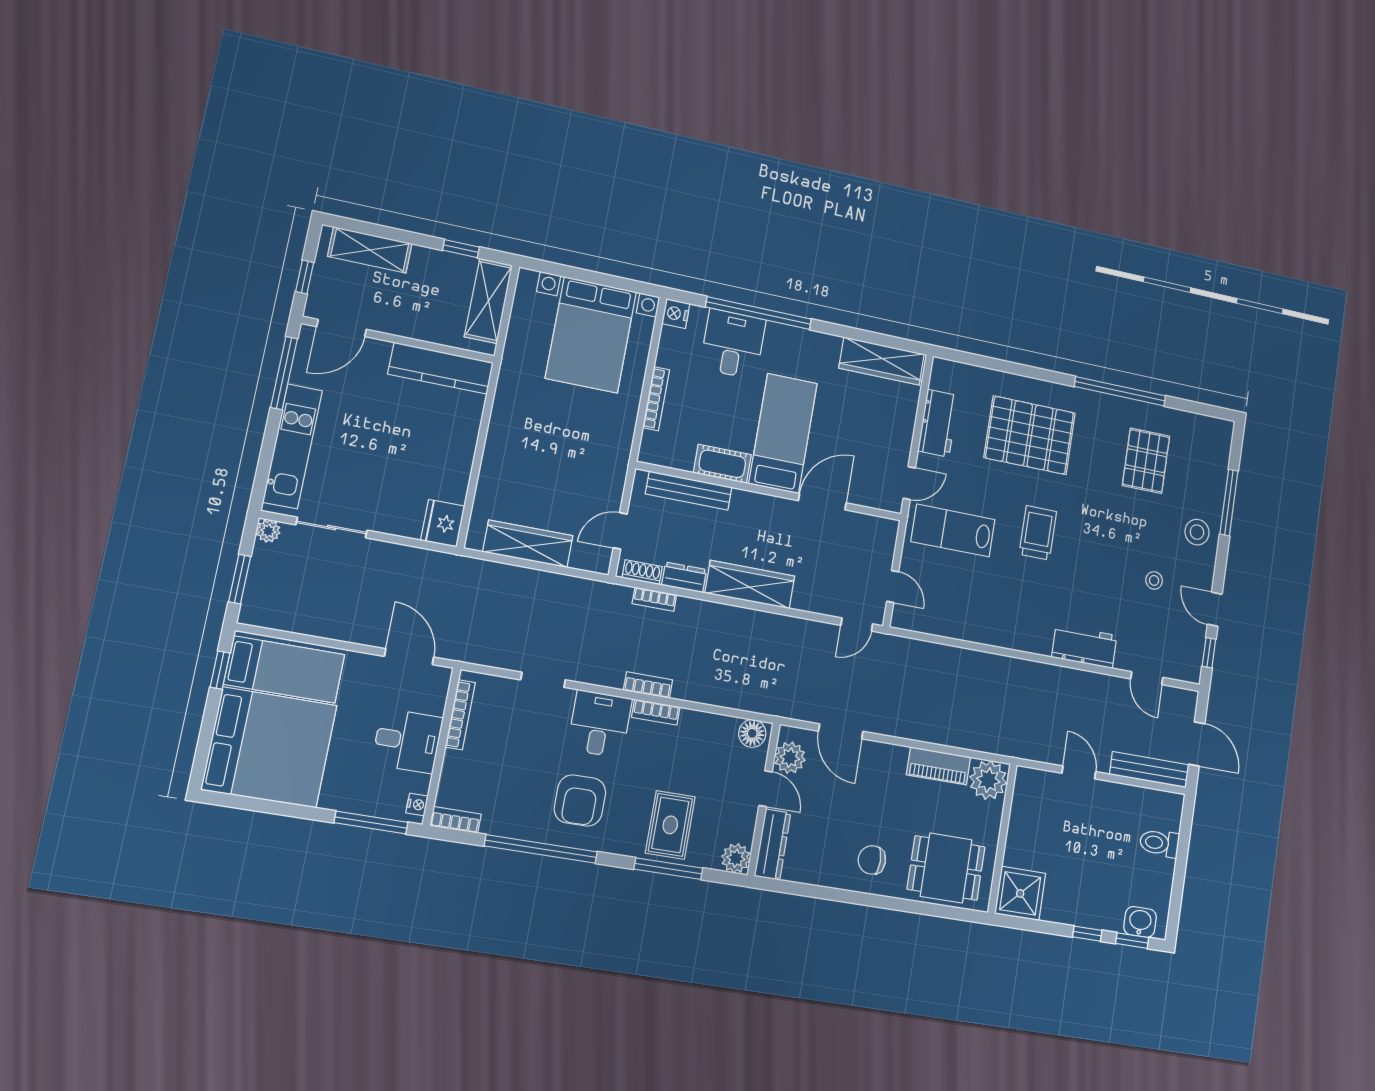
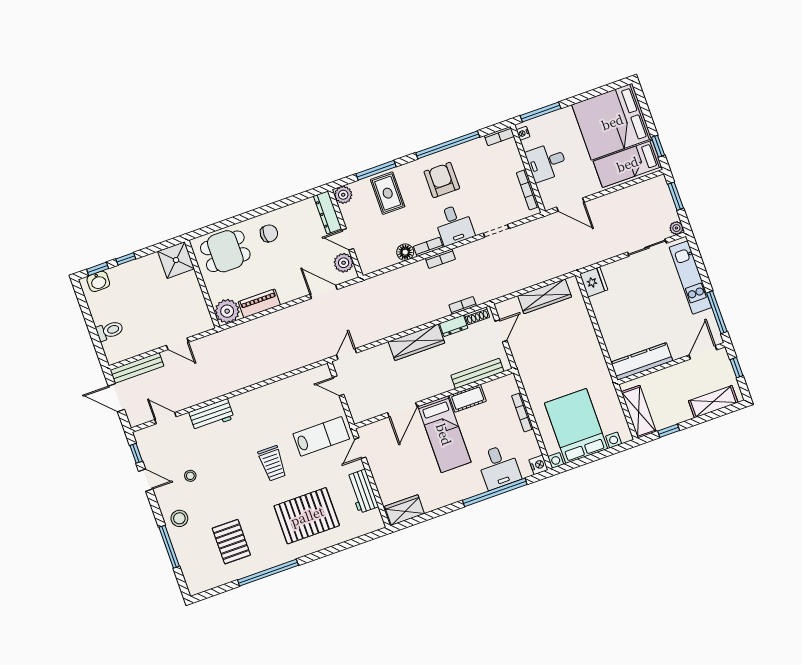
wardrobe: (882, 361) -> (405, 510), width x0.67
floor lamp: (752, 733) -> (405, 252), moved

